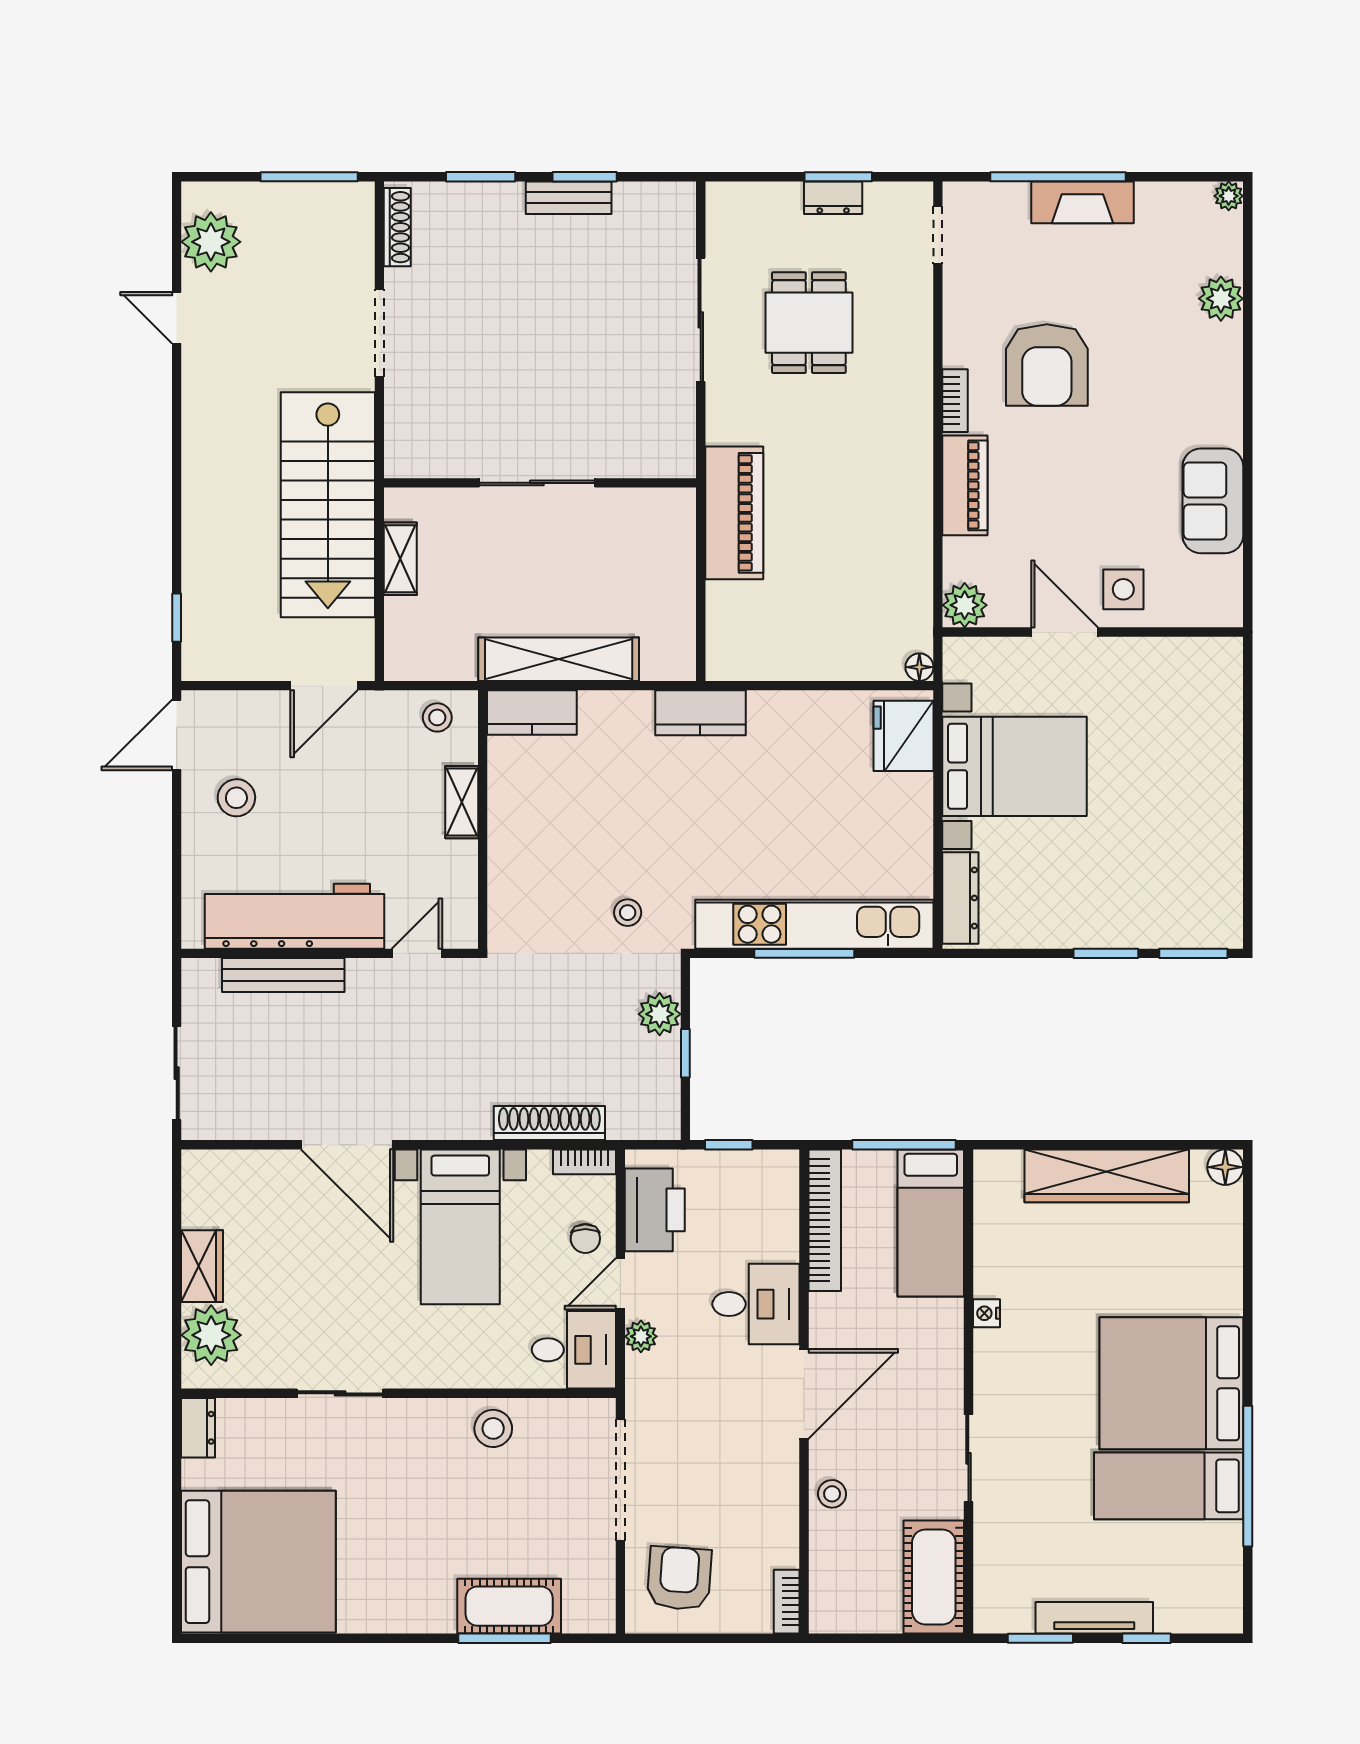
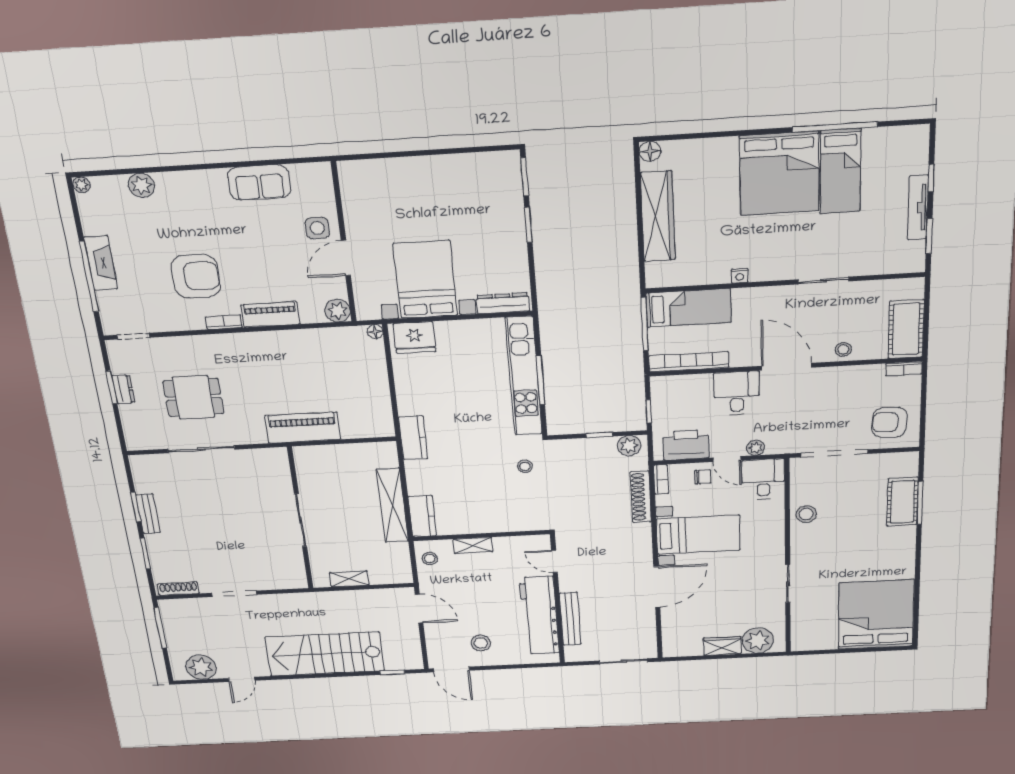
stairs: (328, 505) -> (325, 654), moved, turned 180
plant: (660, 1014) -> (629, 446), moved
dresser: (198, 1428) -> (806, 644), removed
cot: (934, 1577) -> (906, 329), moved, turned 90

